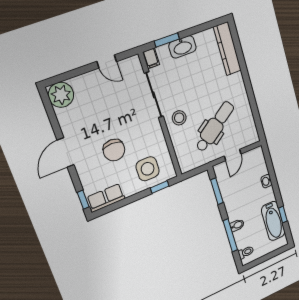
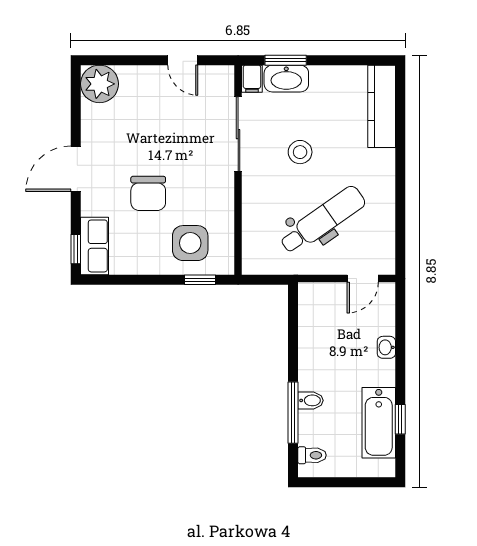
washbasin: (182, 47) -> (286, 79), moved
stool: (179, 118) -> (300, 152), moved
door: (233, 155) -> (363, 279), moved
window: (217, 191) -> (293, 327), removed
row of seats: (106, 198) -> (94, 246), moved, turned 90

